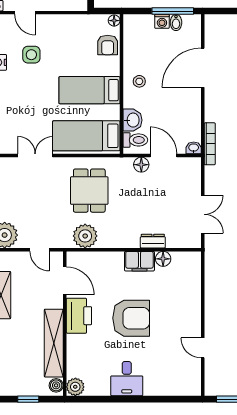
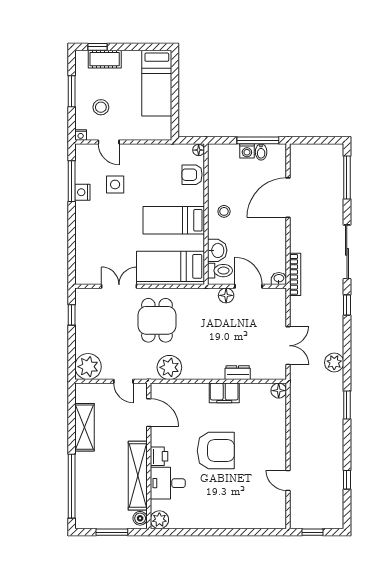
armchair: (108, 45) -> (192, 175), turned 90
dining table: (89, 191) -> (157, 320), moved
floor lamp: (163, 259) -> (279, 391), moved
printer: (79, 316) -> (159, 456), width x0.53, depth x0.68
desk: (127, 379) -> (168, 483), moved, turned 90
window: (28, 399) -> (112, 532), width x1.50

